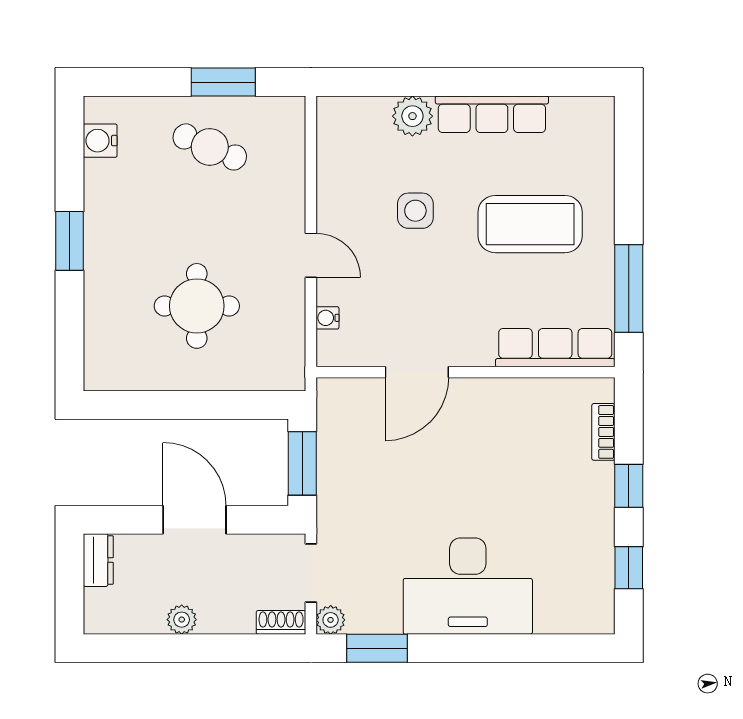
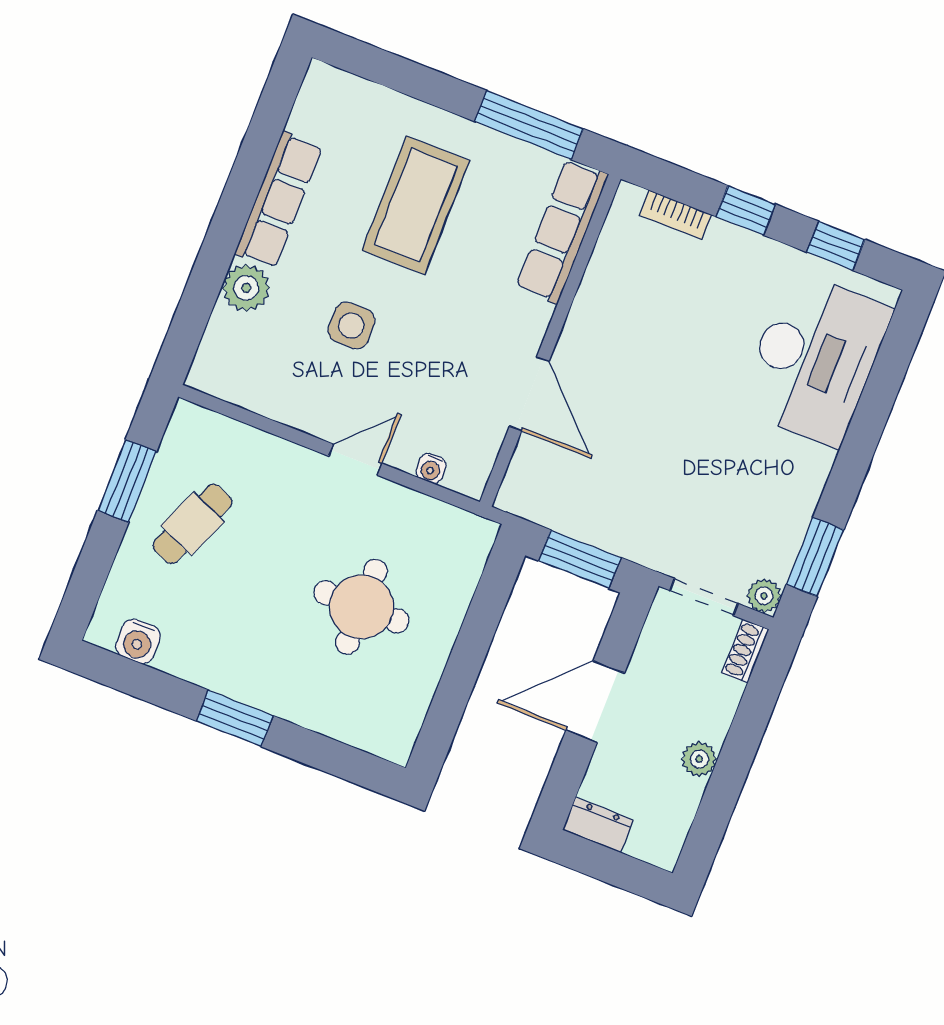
desk: (468, 586) -> (814, 359), moved

